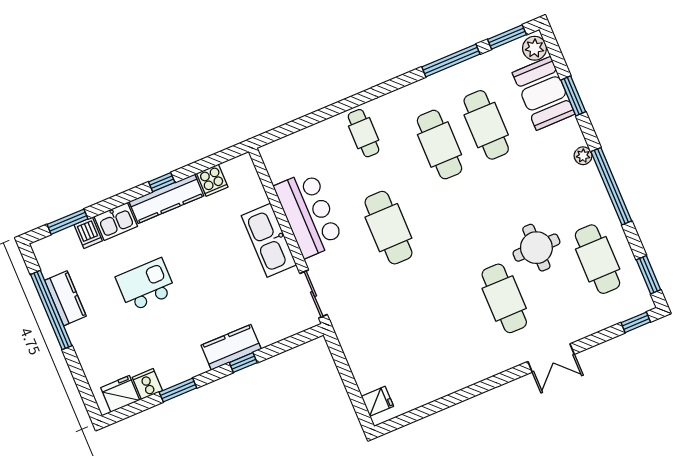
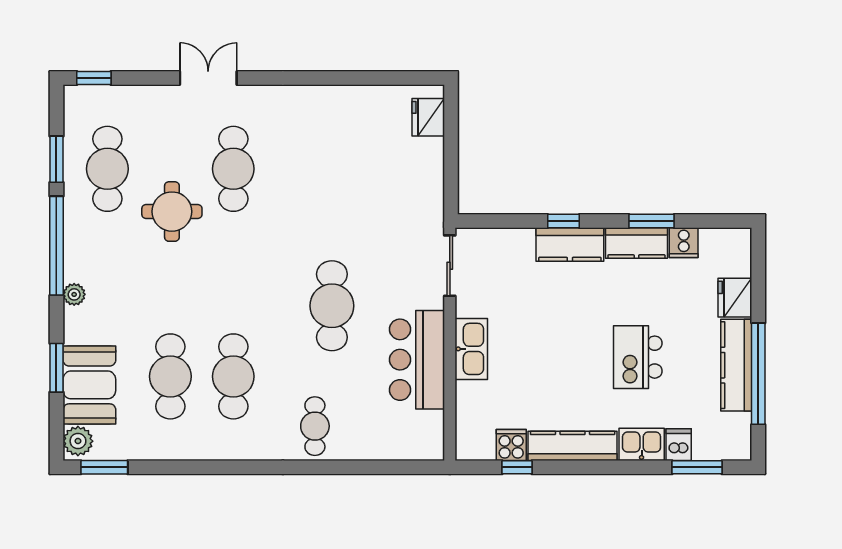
window: (451, 61) -> (180, 467), removed
window: (162, 182) -> (517, 467), moved
kitchen sink: (269, 240) -> (471, 349), width x0.73, depth x0.81
window: (648, 275) -> (56, 159), moved
kitchen island: (146, 285) -> (638, 357), turned 90
kitchen counter: (65, 298) -> (736, 365), width x1.50
kitchen counter: (182, 369) -> (636, 243), added
fridge: (120, 394) -> (735, 298), moved, turned 90
fridge: (377, 401) -> (428, 117), width x1.38

